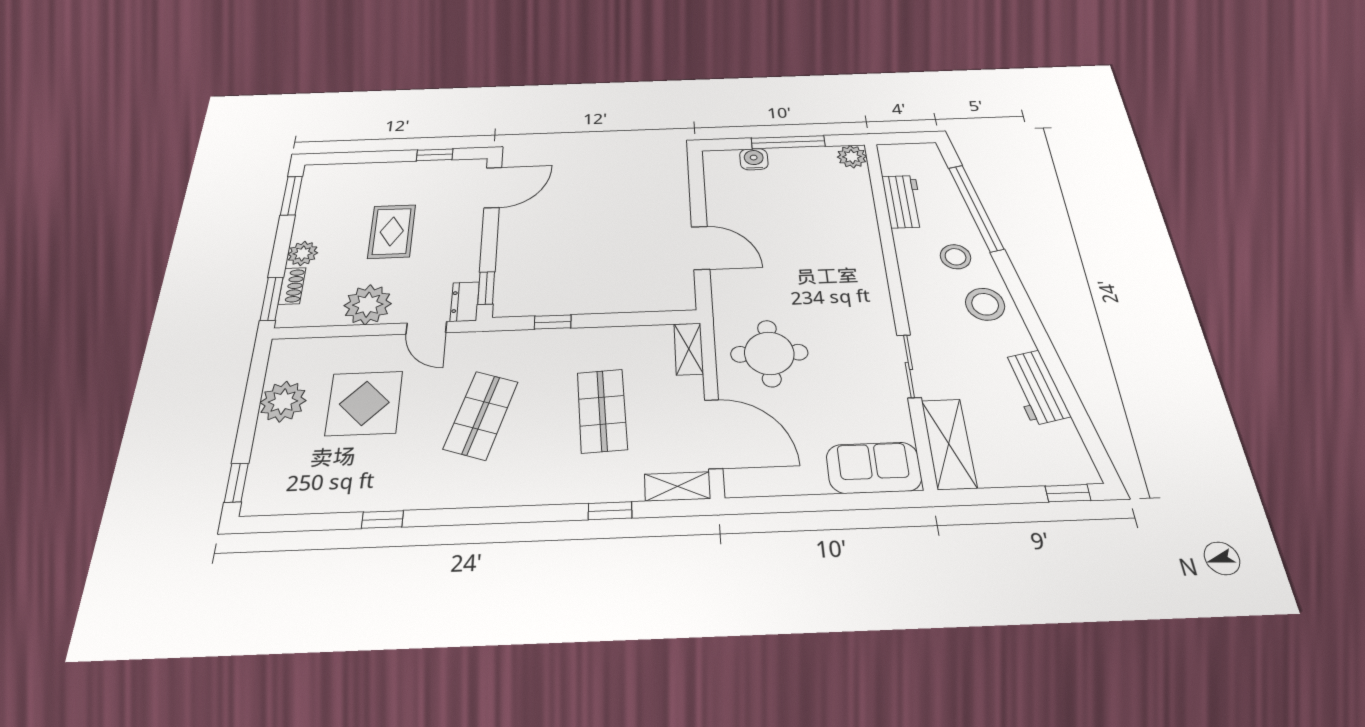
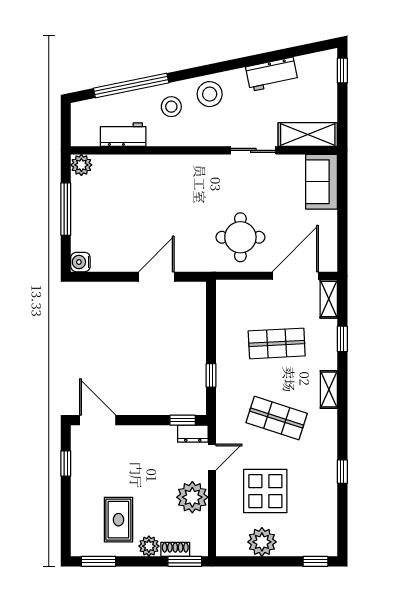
water cooler: (754, 159) -> (80, 262), moved
rug: (392, 231) -> (118, 520), moved, turned 90
shelving: (689, 349) -> (329, 390), moved, turned 90

